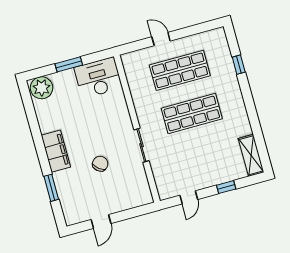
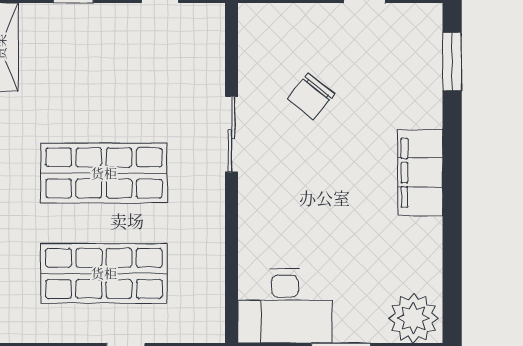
chair: (100, 164) -> (311, 96), moved
window: (51, 188) -> (452, 62), moved

